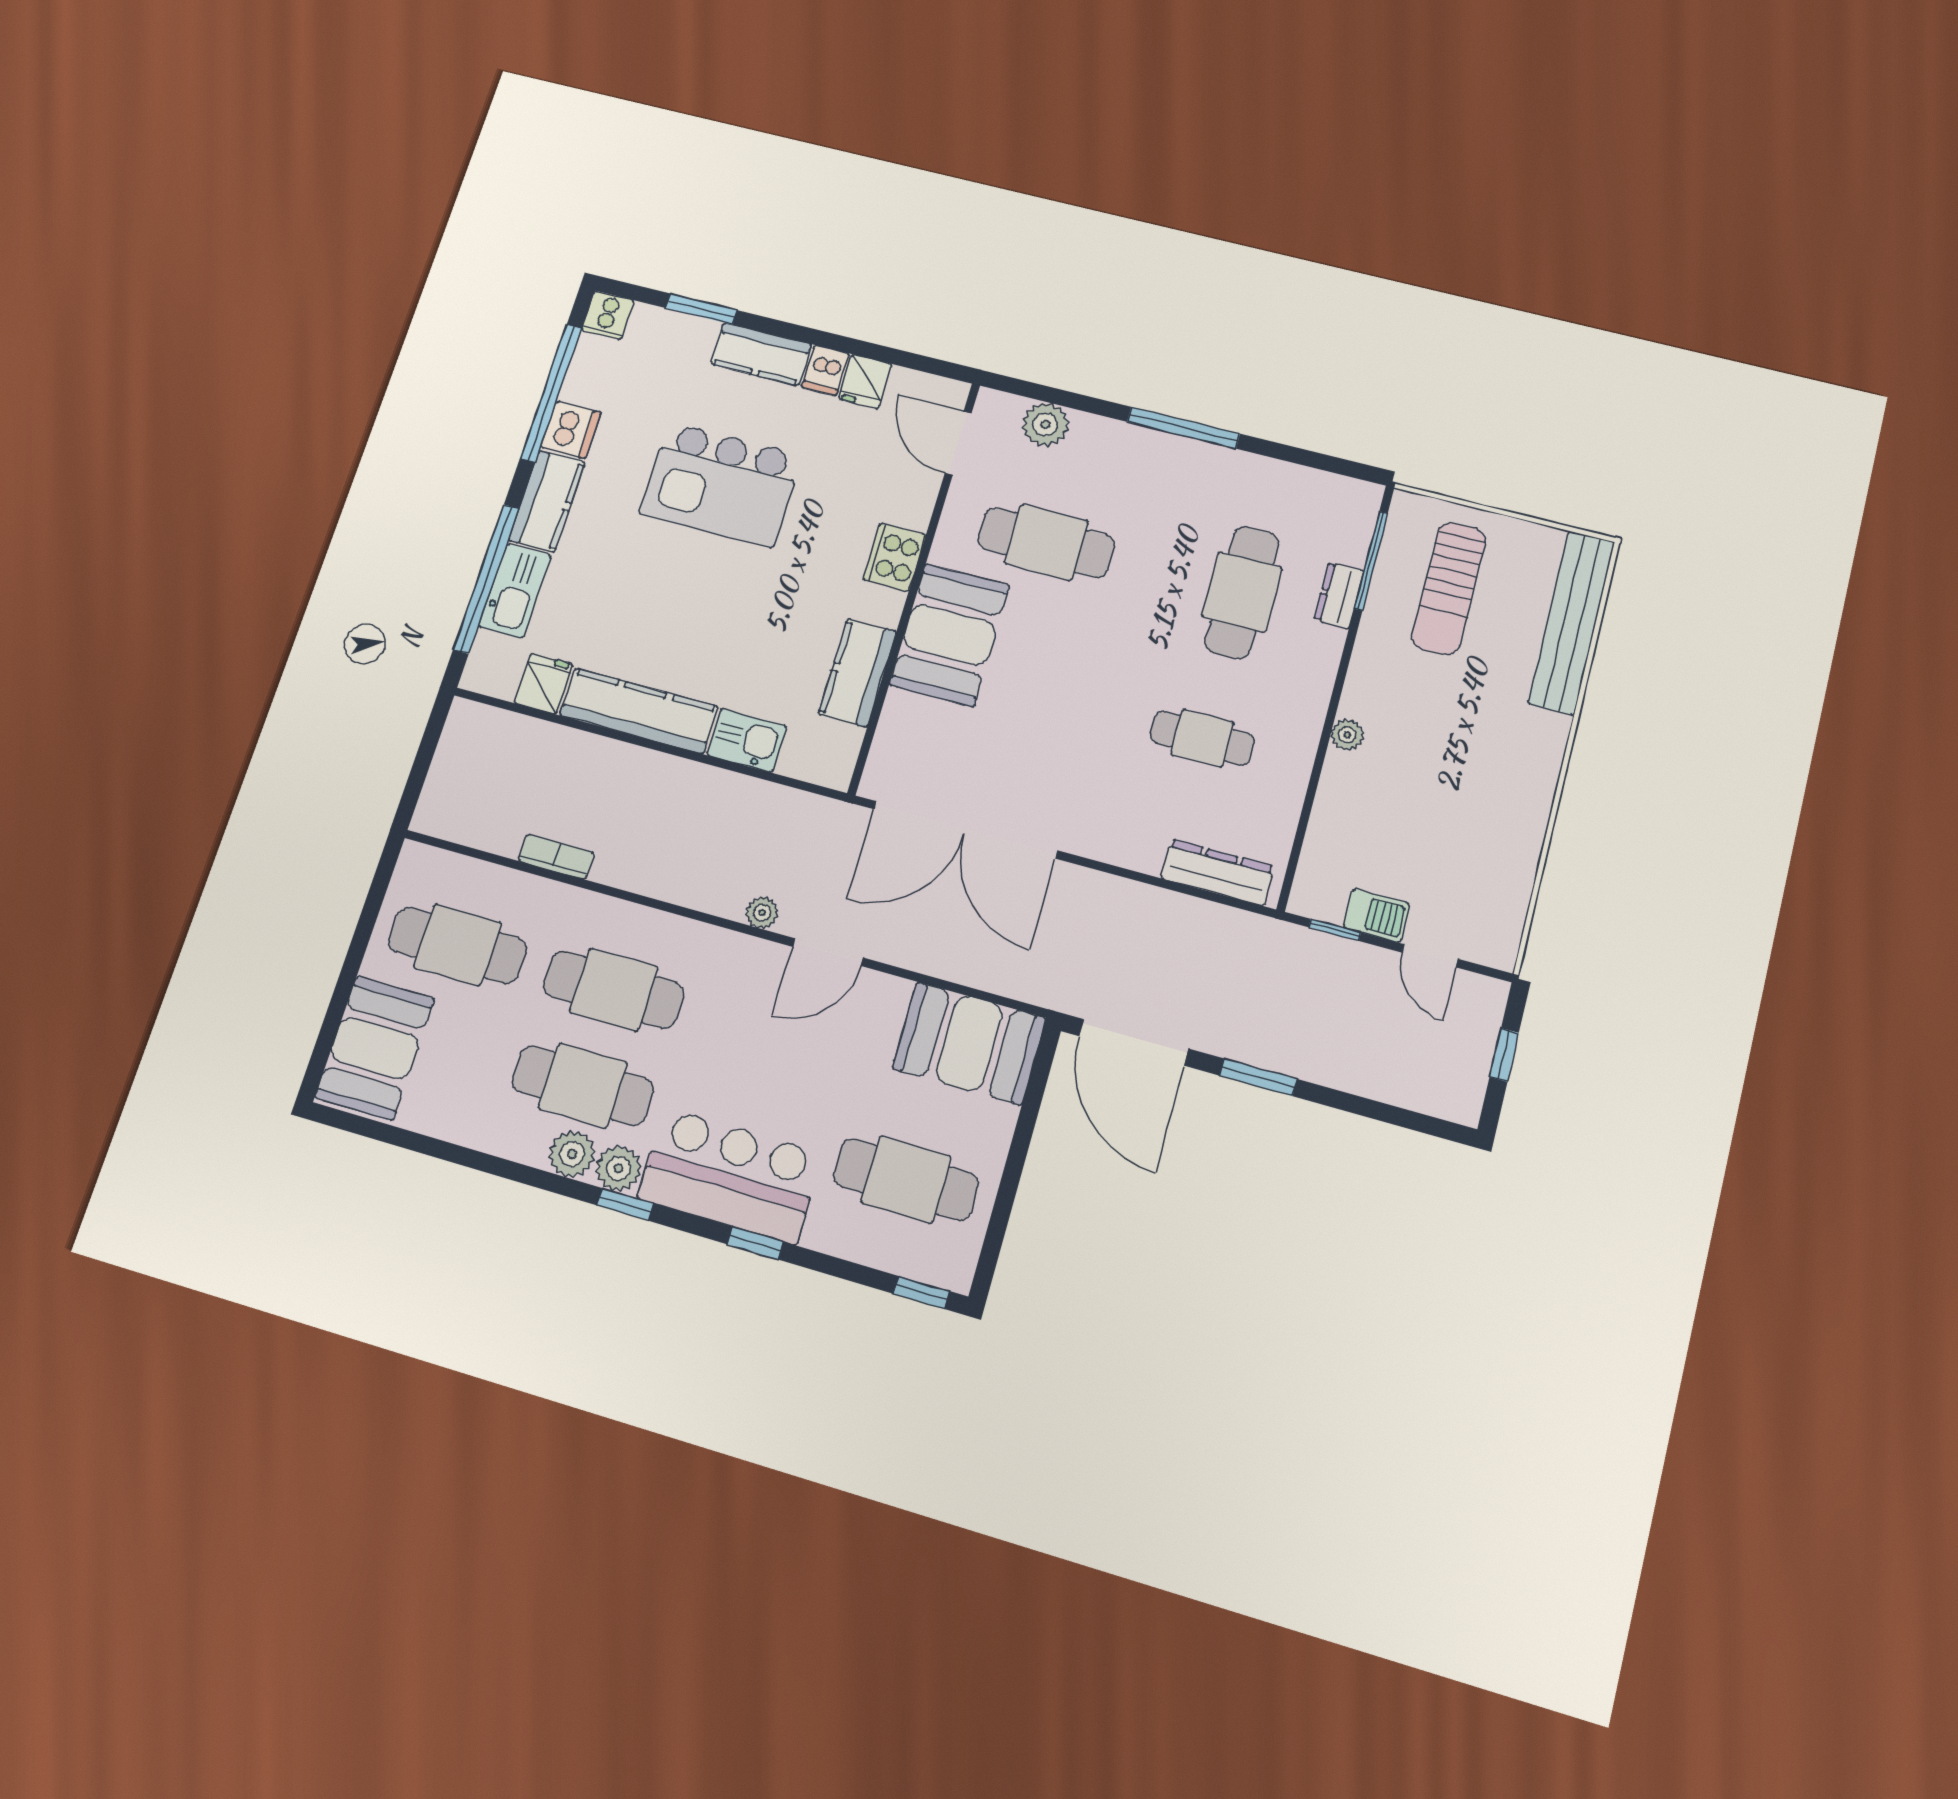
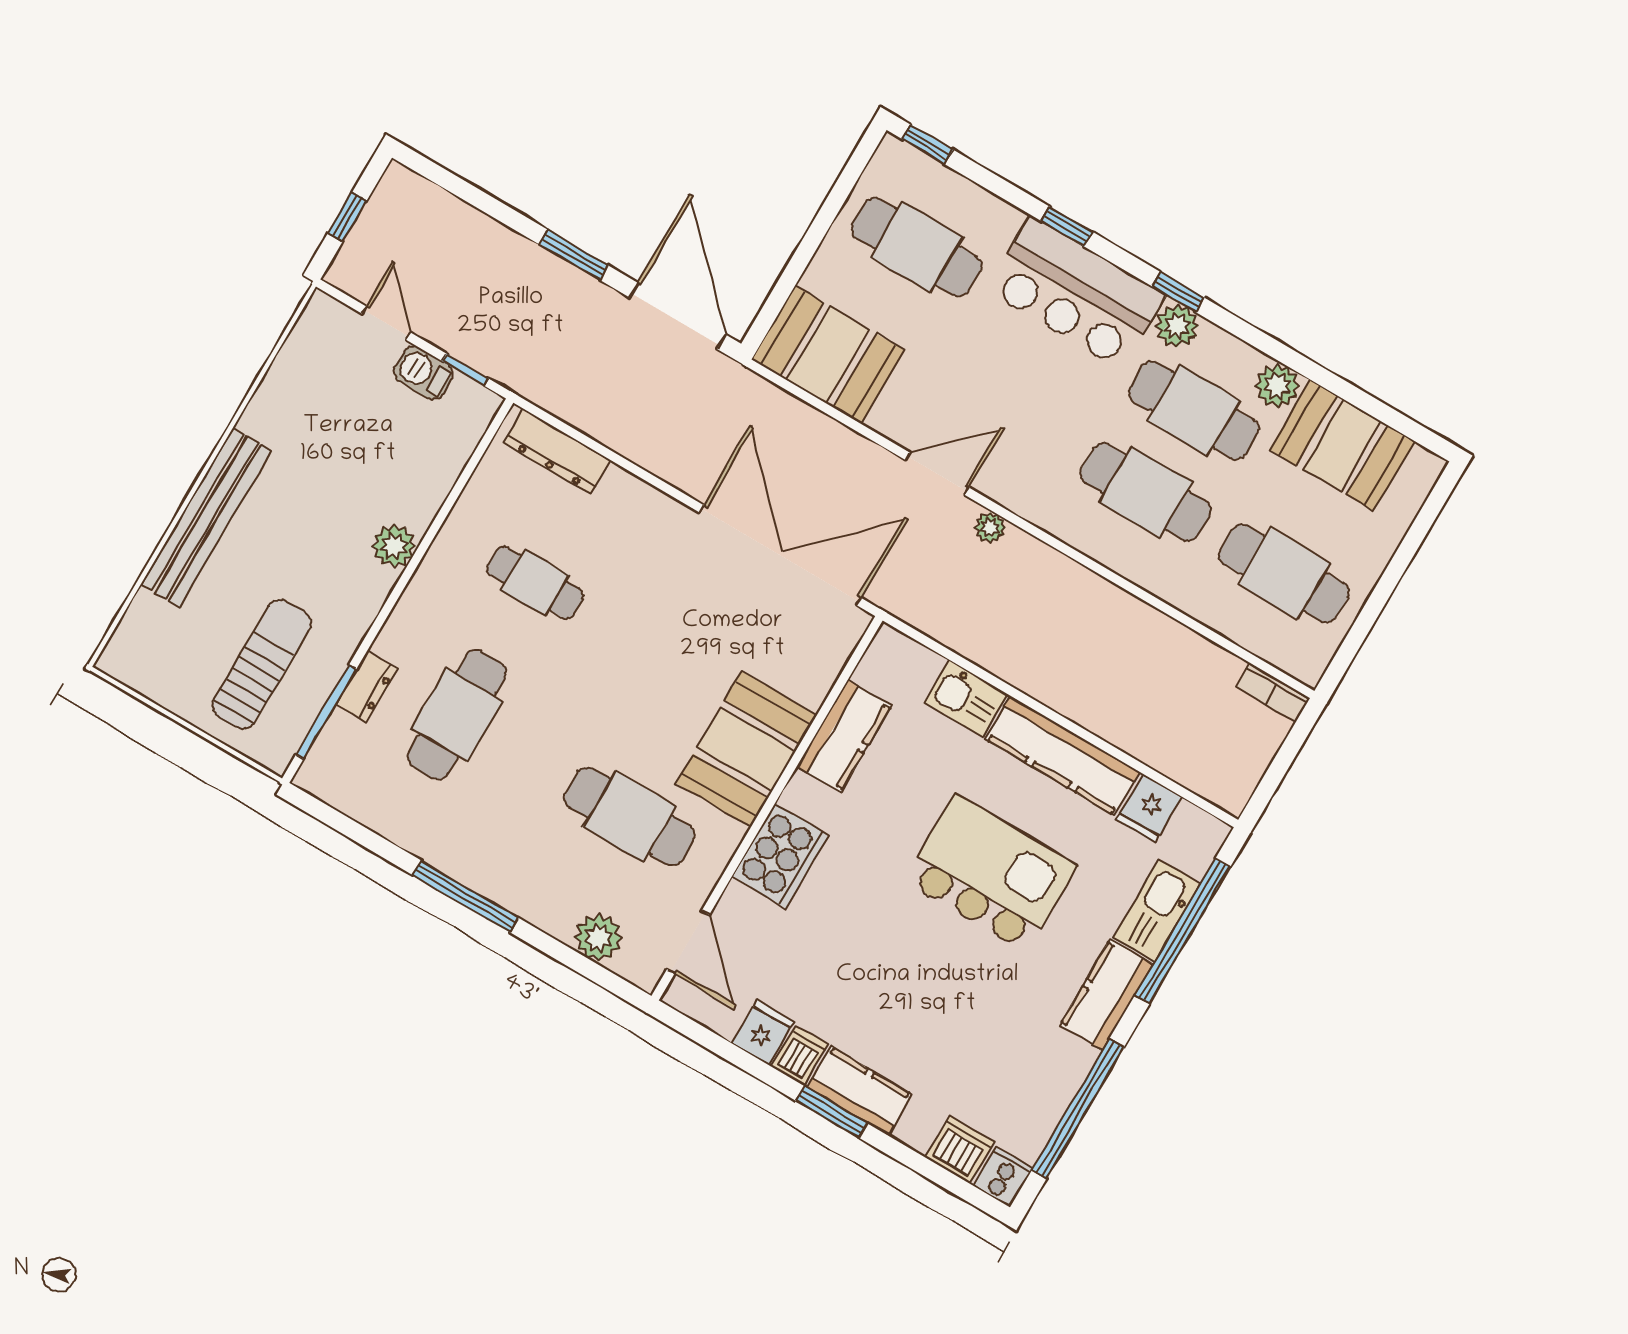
window: (702, 309) -> (832, 1112), moved
dishwasher: (571, 430) -> (960, 1149), moved, turned 90
kitchen island: (721, 484) -> (991, 873), moved
cooker: (894, 557) -> (780, 856), width x1.37, depth x1.31
bench: (1572, 622) -> (206, 518), moved
plant: (1347, 735) -> (394, 546), width x1.38, depth x1.38
bookcase: (556, 857) -> (1273, 692), moved
booth: (375, 1048) -> (1342, 445), moved, turned 90
plant: (572, 1154) -> (1277, 386), moved

